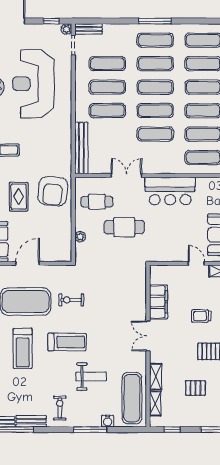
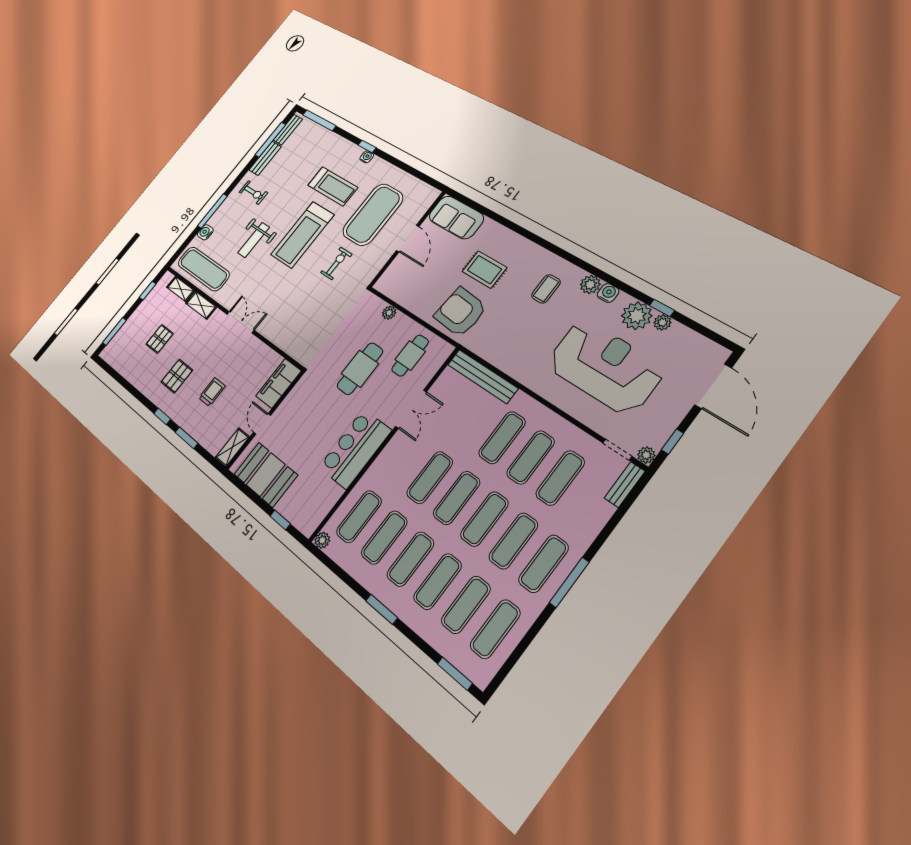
door: (196, 263) -> (262, 424), swing flipped
filing cabinet: (158, 302) -> (279, 383), moved, turned 90
treadmill: (67, 342) -> (302, 235), width x1.37, depth x1.38
treadmill: (23, 348) -> (333, 186), turned 180

